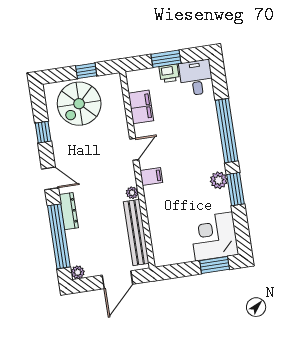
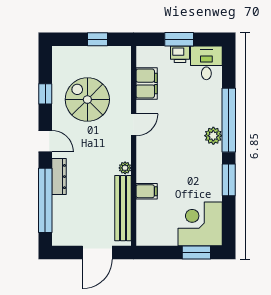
spiral stairs: (79, 104) -> (87, 100), moved, turned 90
filing cabinet: (151, 177) -> (147, 191), moved
plant: (219, 180) -> (213, 136), moved
plant: (78, 272) -> (59, 239), removed

